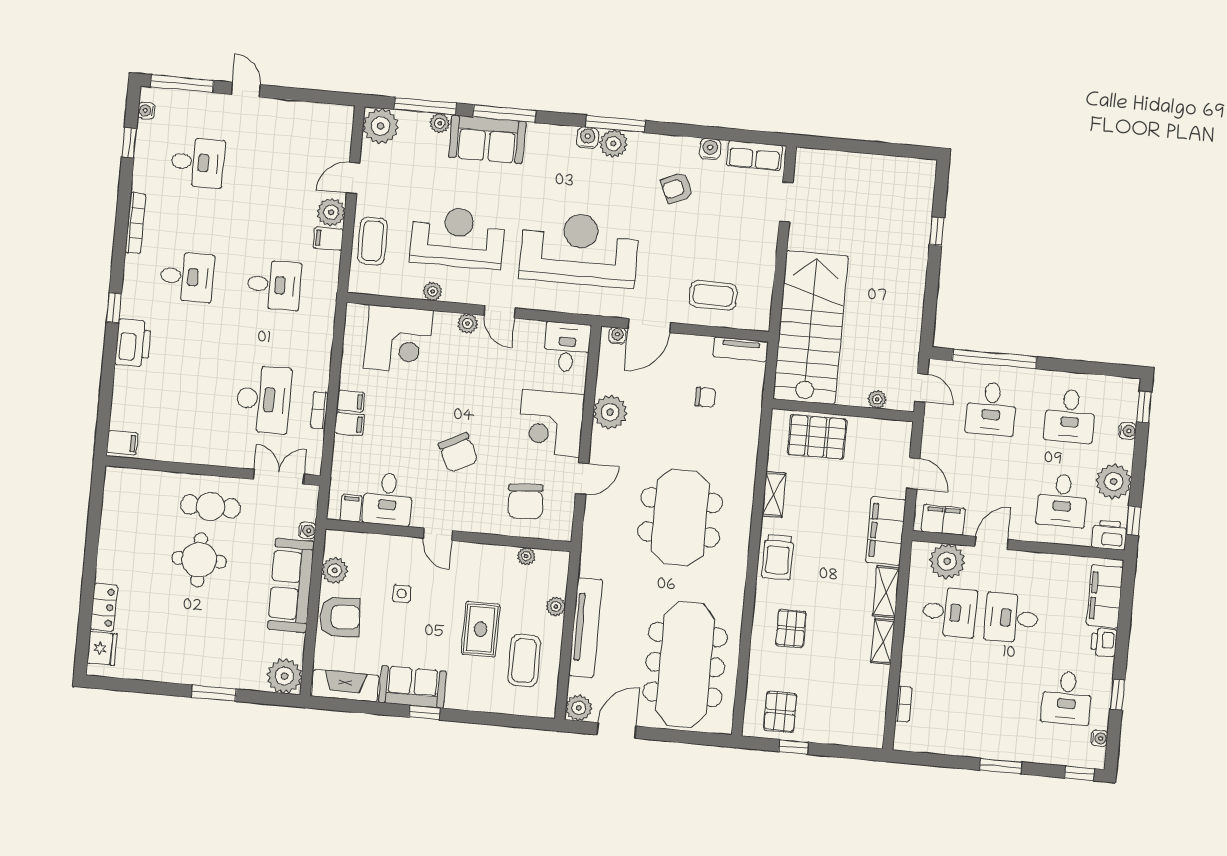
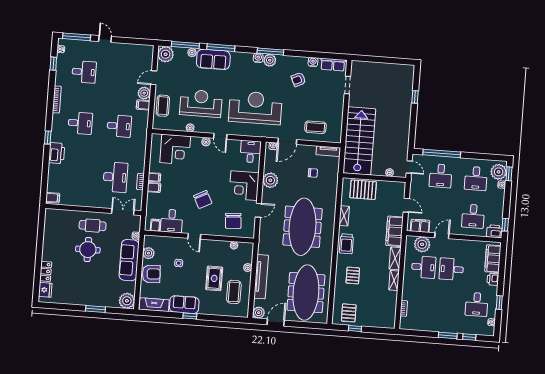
plant: (1114, 482) -> (499, 172), moved
meeting table: (680, 517) -> (302, 227), width x1.36
window: (1079, 773) -> (469, 337), moved

